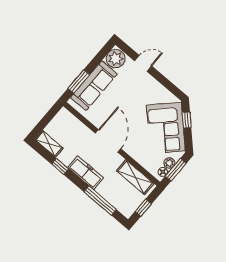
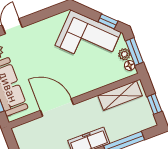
window: (187, 120) -> (108, 21), moved
door: (108, 141) -> (57, 107), moved

